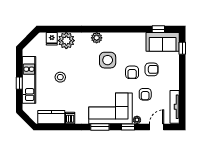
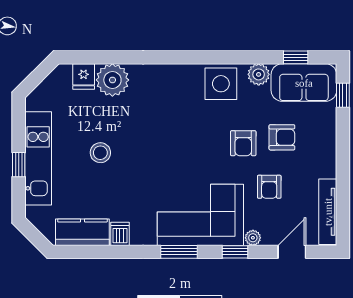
plant: (97, 38) -> (259, 74), moved
side table: (108, 60) -> (221, 84), moved

